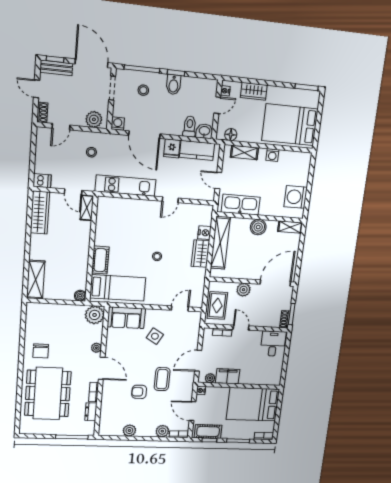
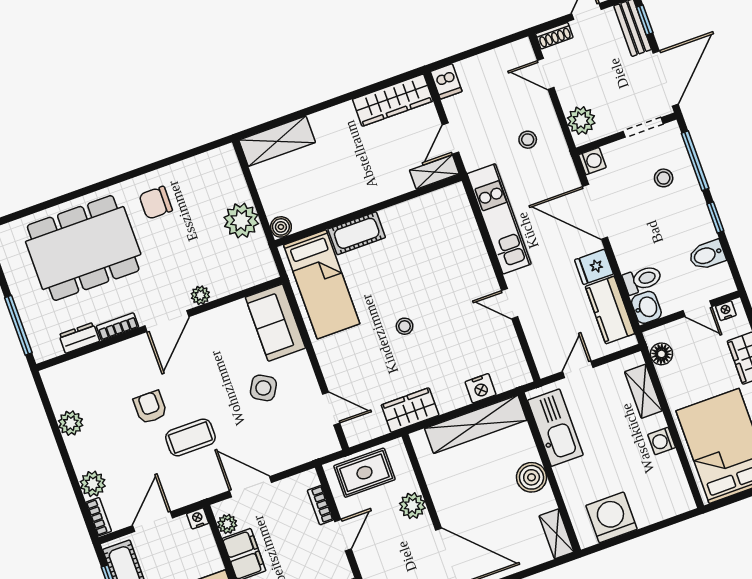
bidet: (173, 85) -> (707, 255), moved
door: (144, 135) -> (595, 212), hinge flipped
wardrobe: (200, 254) -> (410, 410), moved
plant: (95, 315) -> (241, 221), moved

